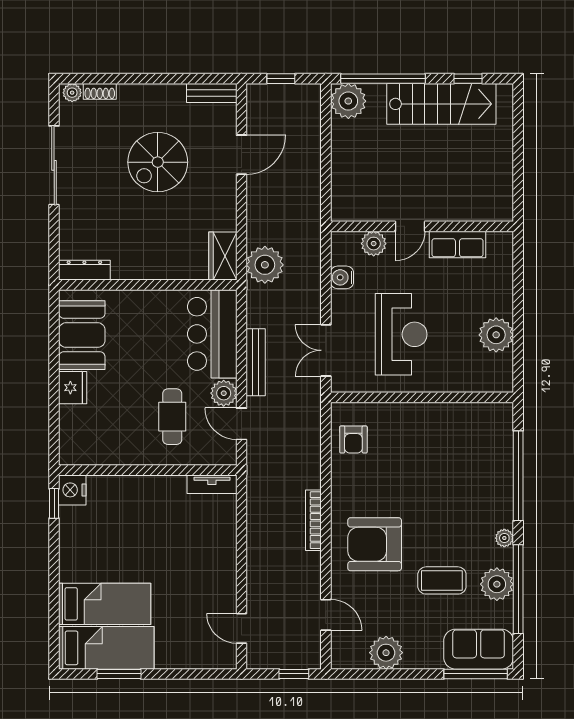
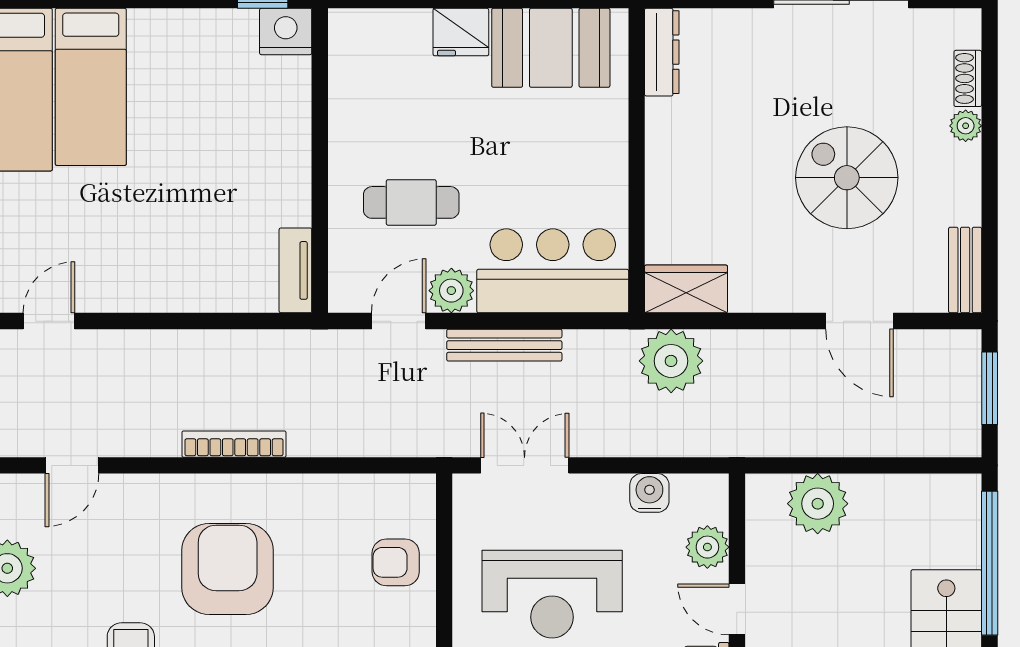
window: (281, 79) -> (990, 388), width x1.50
plant: (72, 93) -> (966, 126), moved
plant: (348, 101) -> (818, 504), moved
armchair: (353, 439) -> (396, 562), moved
armchair: (375, 544) -> (228, 569), moved

